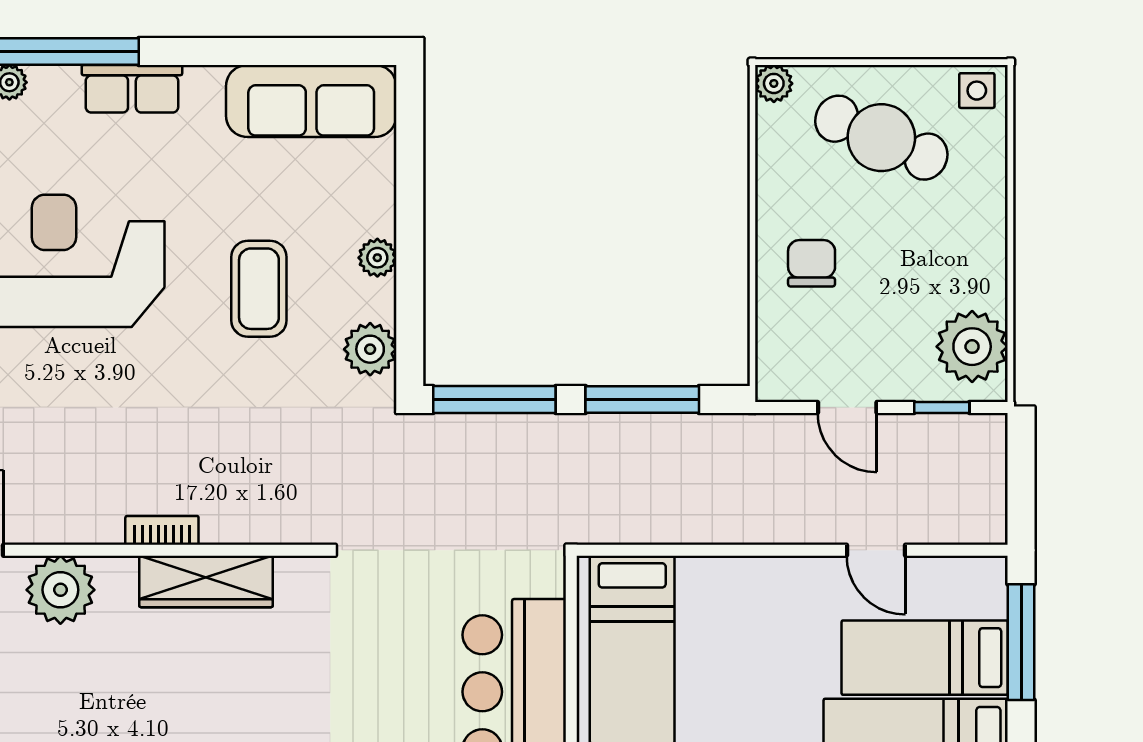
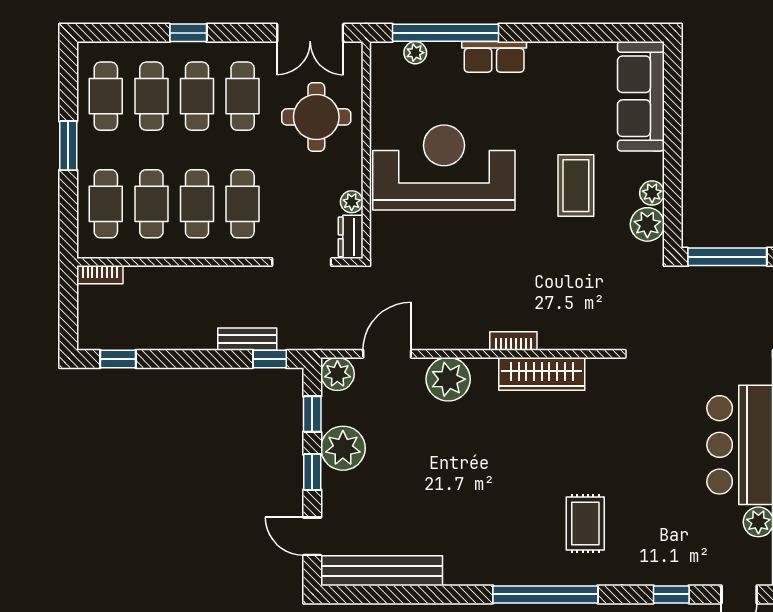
sofa: (311, 101) -> (641, 96), moved, turned 90
plant: (377, 258) -> (652, 193), moved

